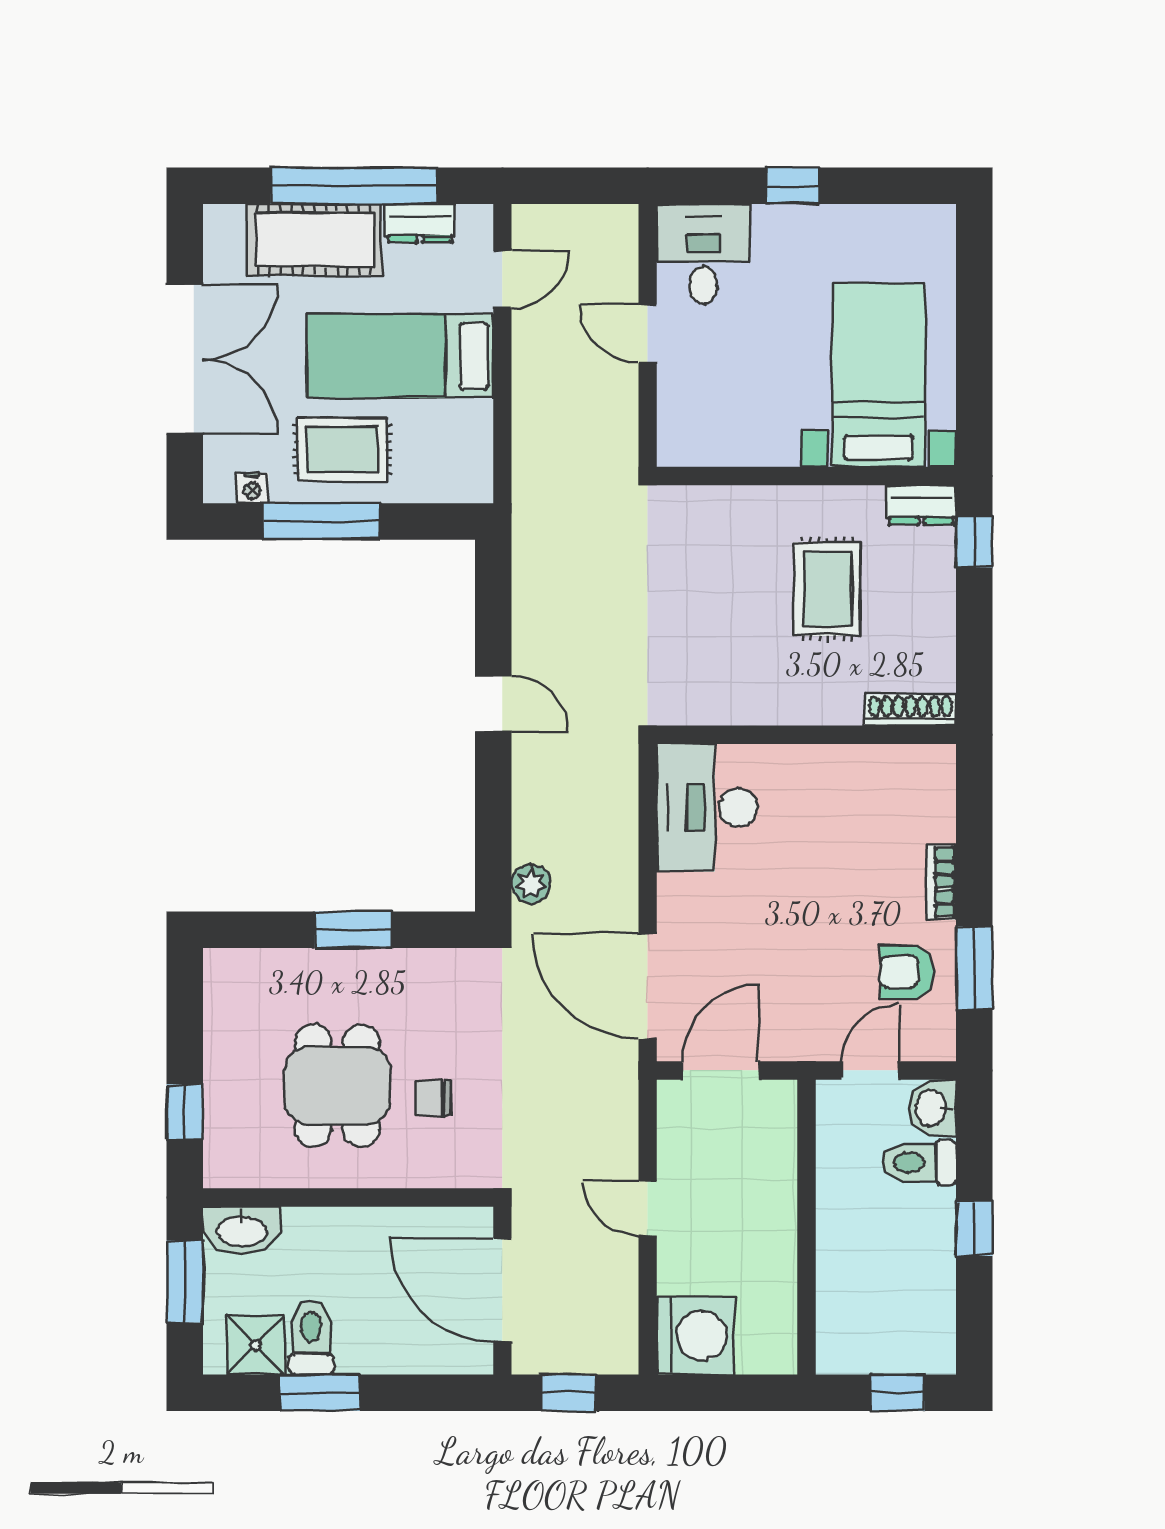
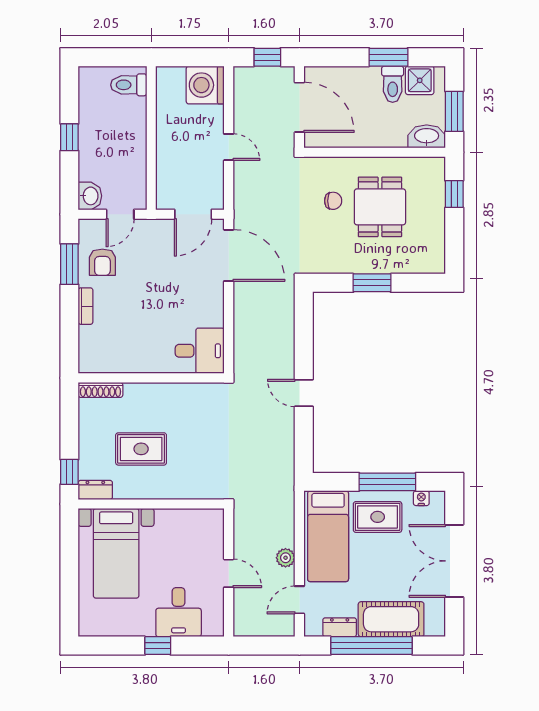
desk: (703, 254) -> (179, 612), moved
bed: (400, 356) -> (328, 536), moved, turned 90
rug: (827, 589) -> (141, 449), turned 90
desk: (707, 808) -> (200, 351), width x0.73
plant: (531, 884) -> (286, 558), moved
armchair: (907, 972) -> (102, 262), turned 90
toilet: (919, 1163) -> (129, 85), moved, turned 180
window: (897, 1393) -> (107, 57), removed

